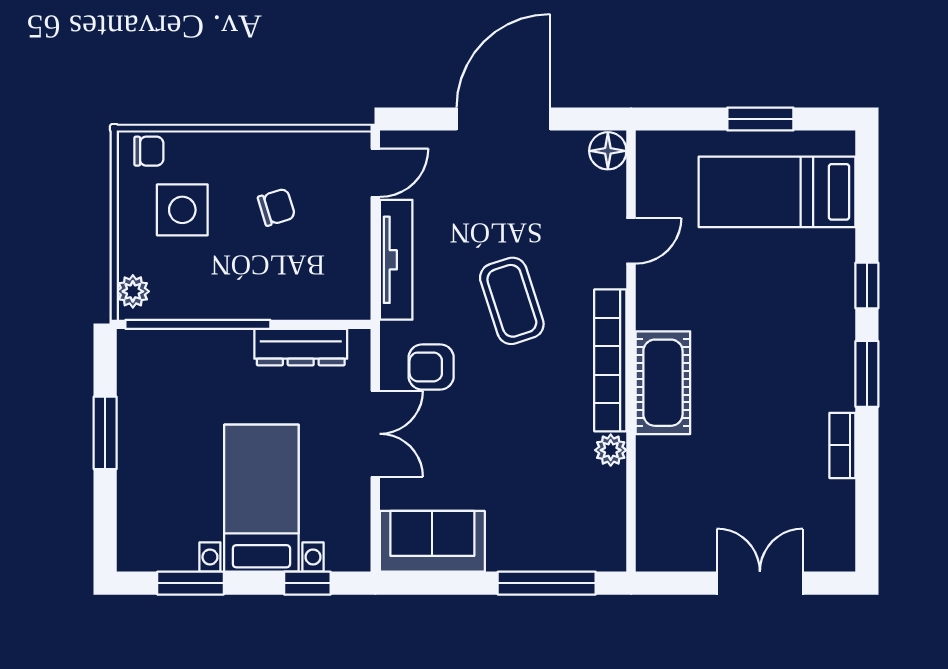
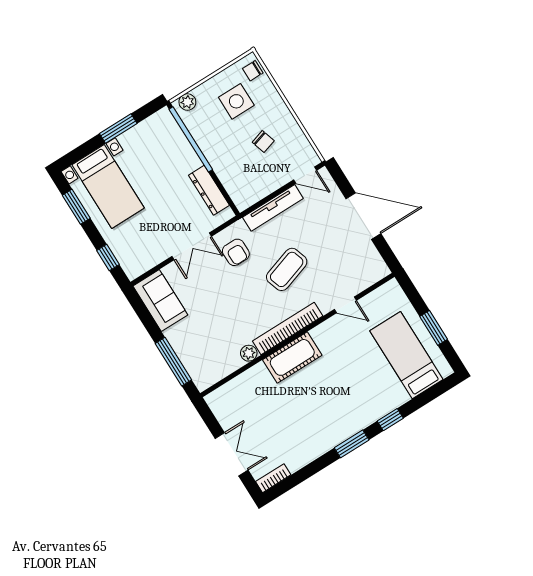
chair: (149, 151) -> (253, 71), turned 90
floor lamp: (608, 151) -> (378, 270), removed
armchair: (431, 367) -> (236, 252), turned 180
bookcase: (842, 445) -> (273, 478), moved
bed with nightstands: (261, 498) -> (108, 186), moved, turned 90

